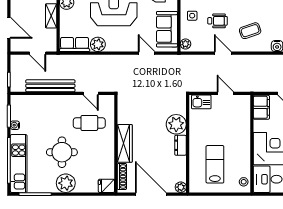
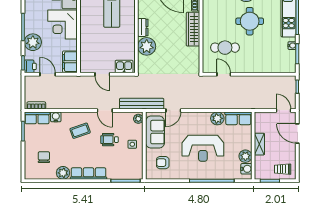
door: (38, 53) -> (284, 110), moved
door: (147, 53) -> (173, 110), hinge flipped
bench: (50, 86) -> (142, 104), moved

